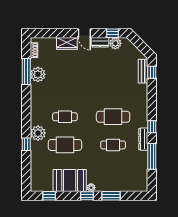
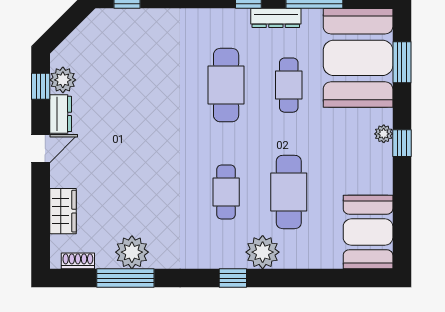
wardrobe: (67, 43) -> (63, 211), moved
bench: (143, 71) -> (125, 18), removed
window: (26, 144) -> (233, 278), moved
booth: (125, 176) -> (358, 58), added
booth: (70, 181) -> (368, 232), moved
window: (49, 196) -> (402, 227), removed
window: (111, 196) -> (402, 62), moved

